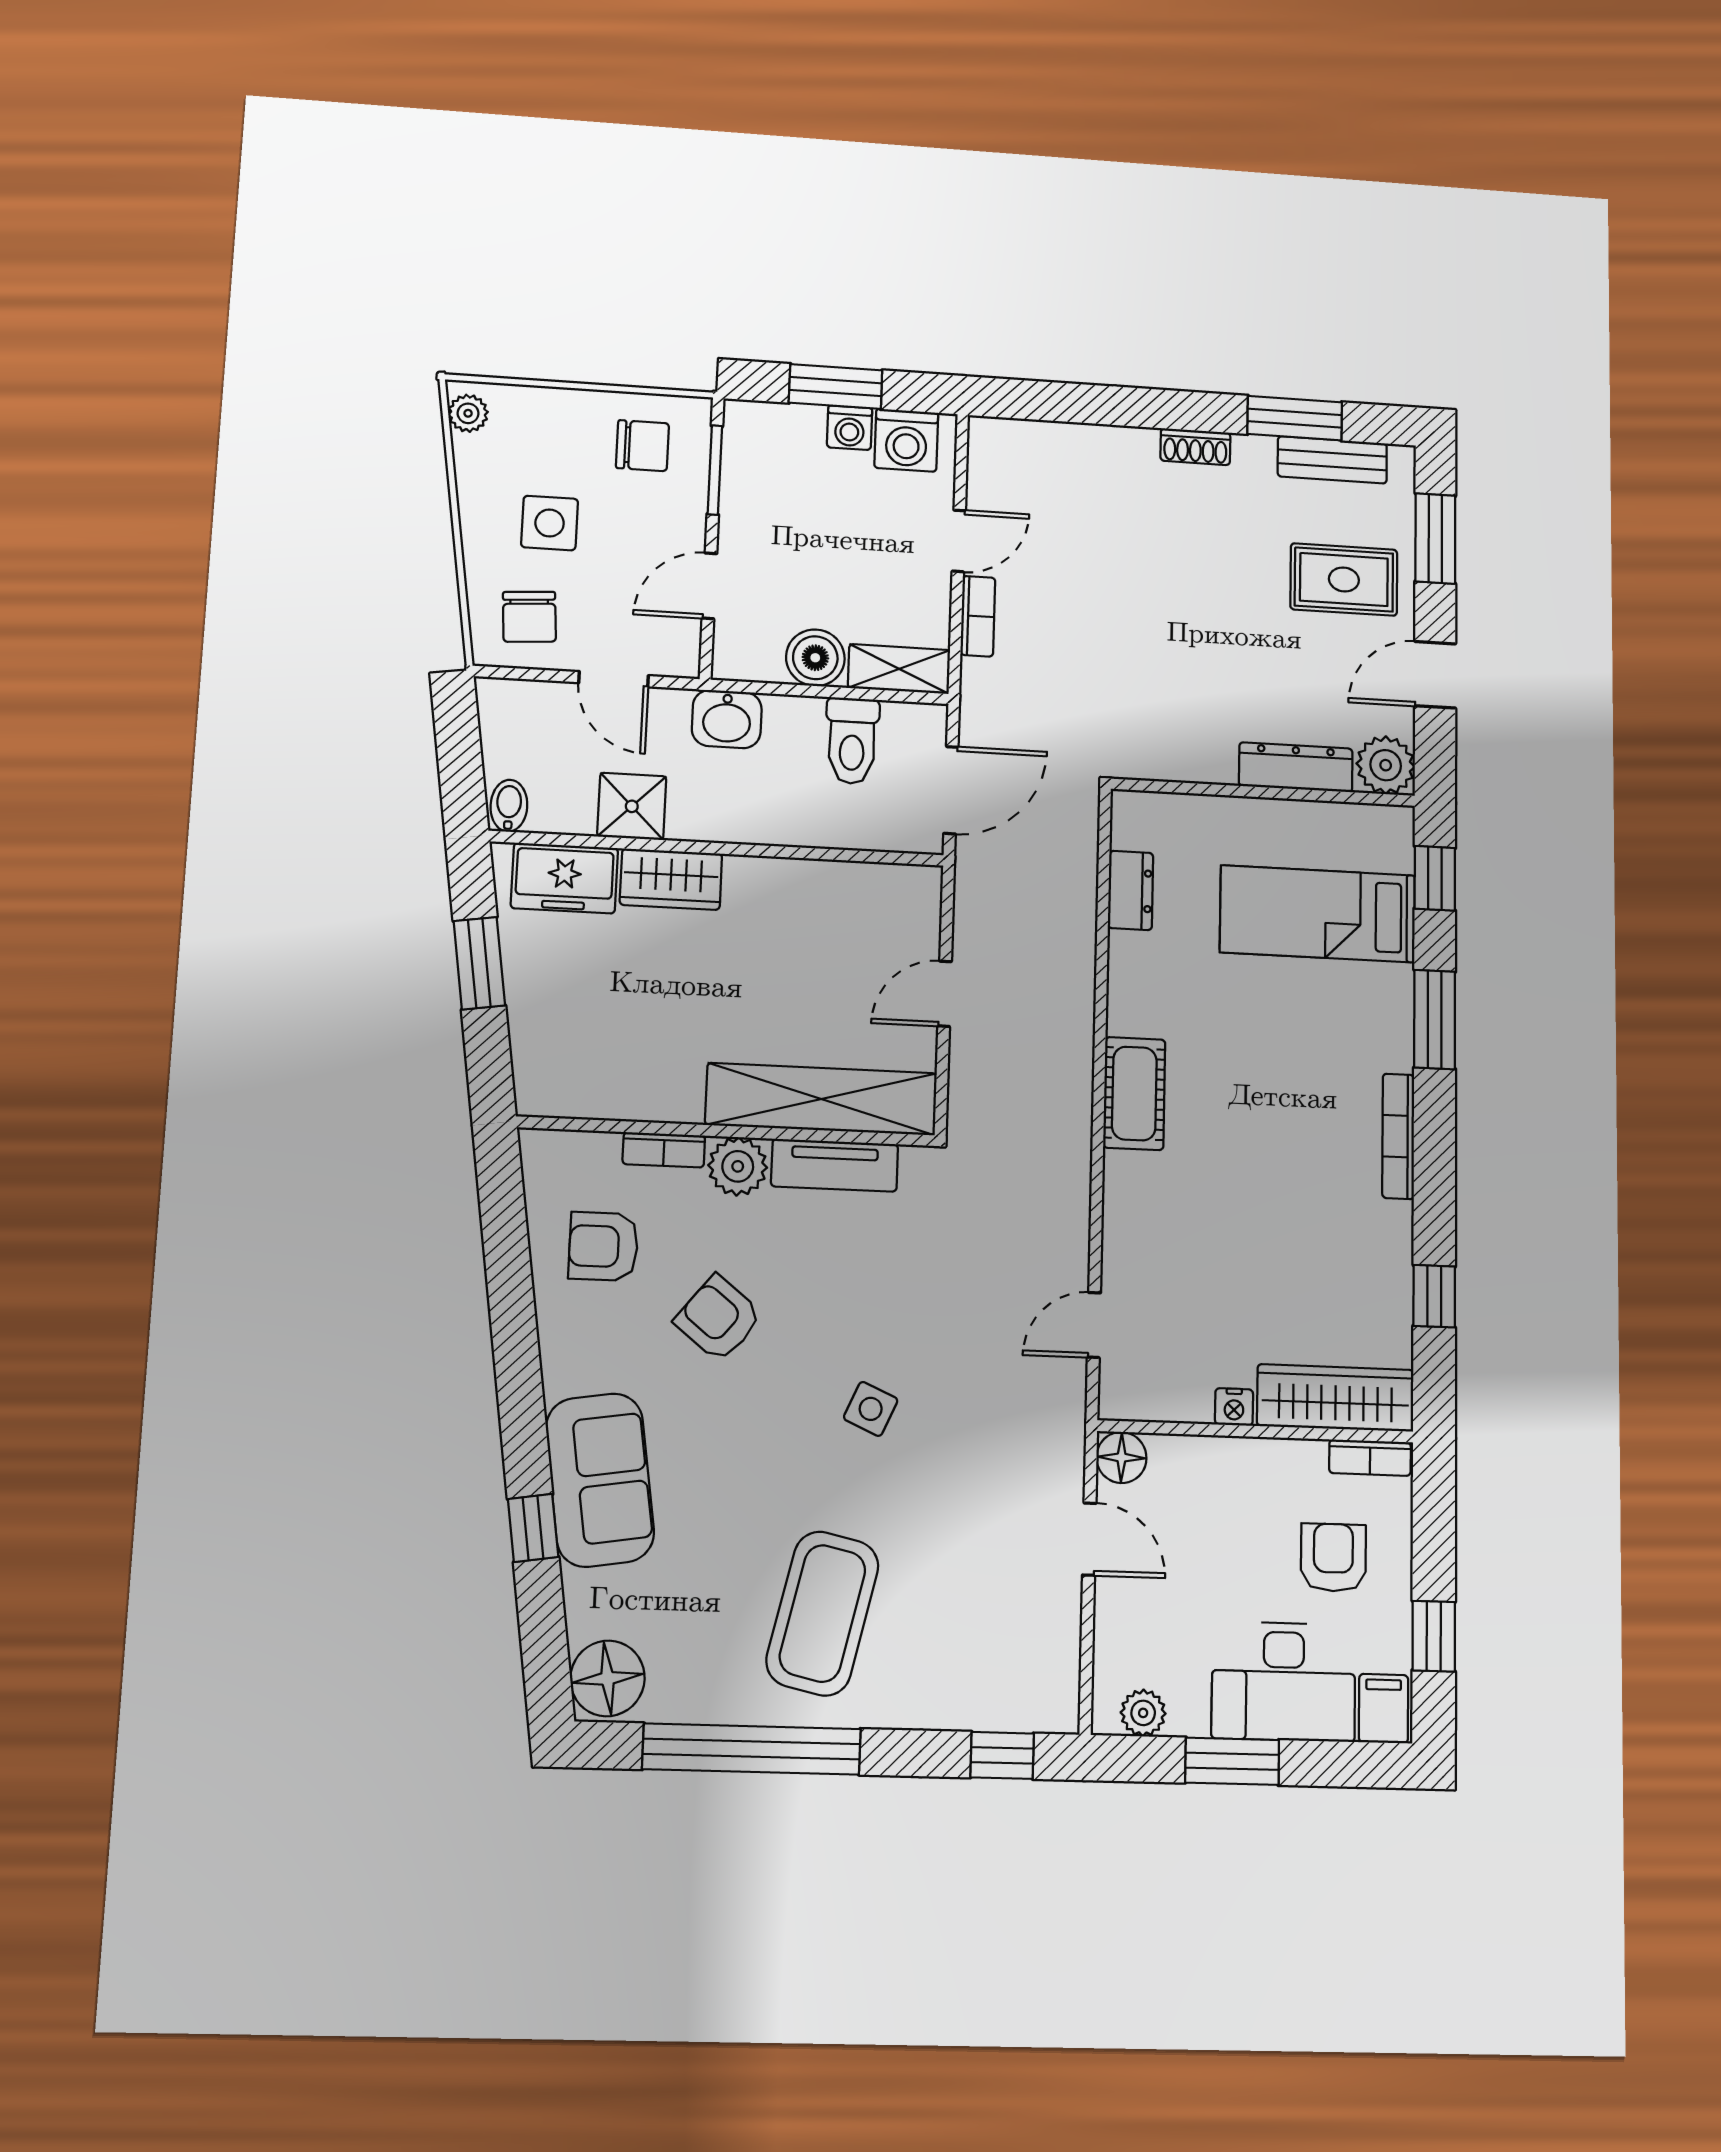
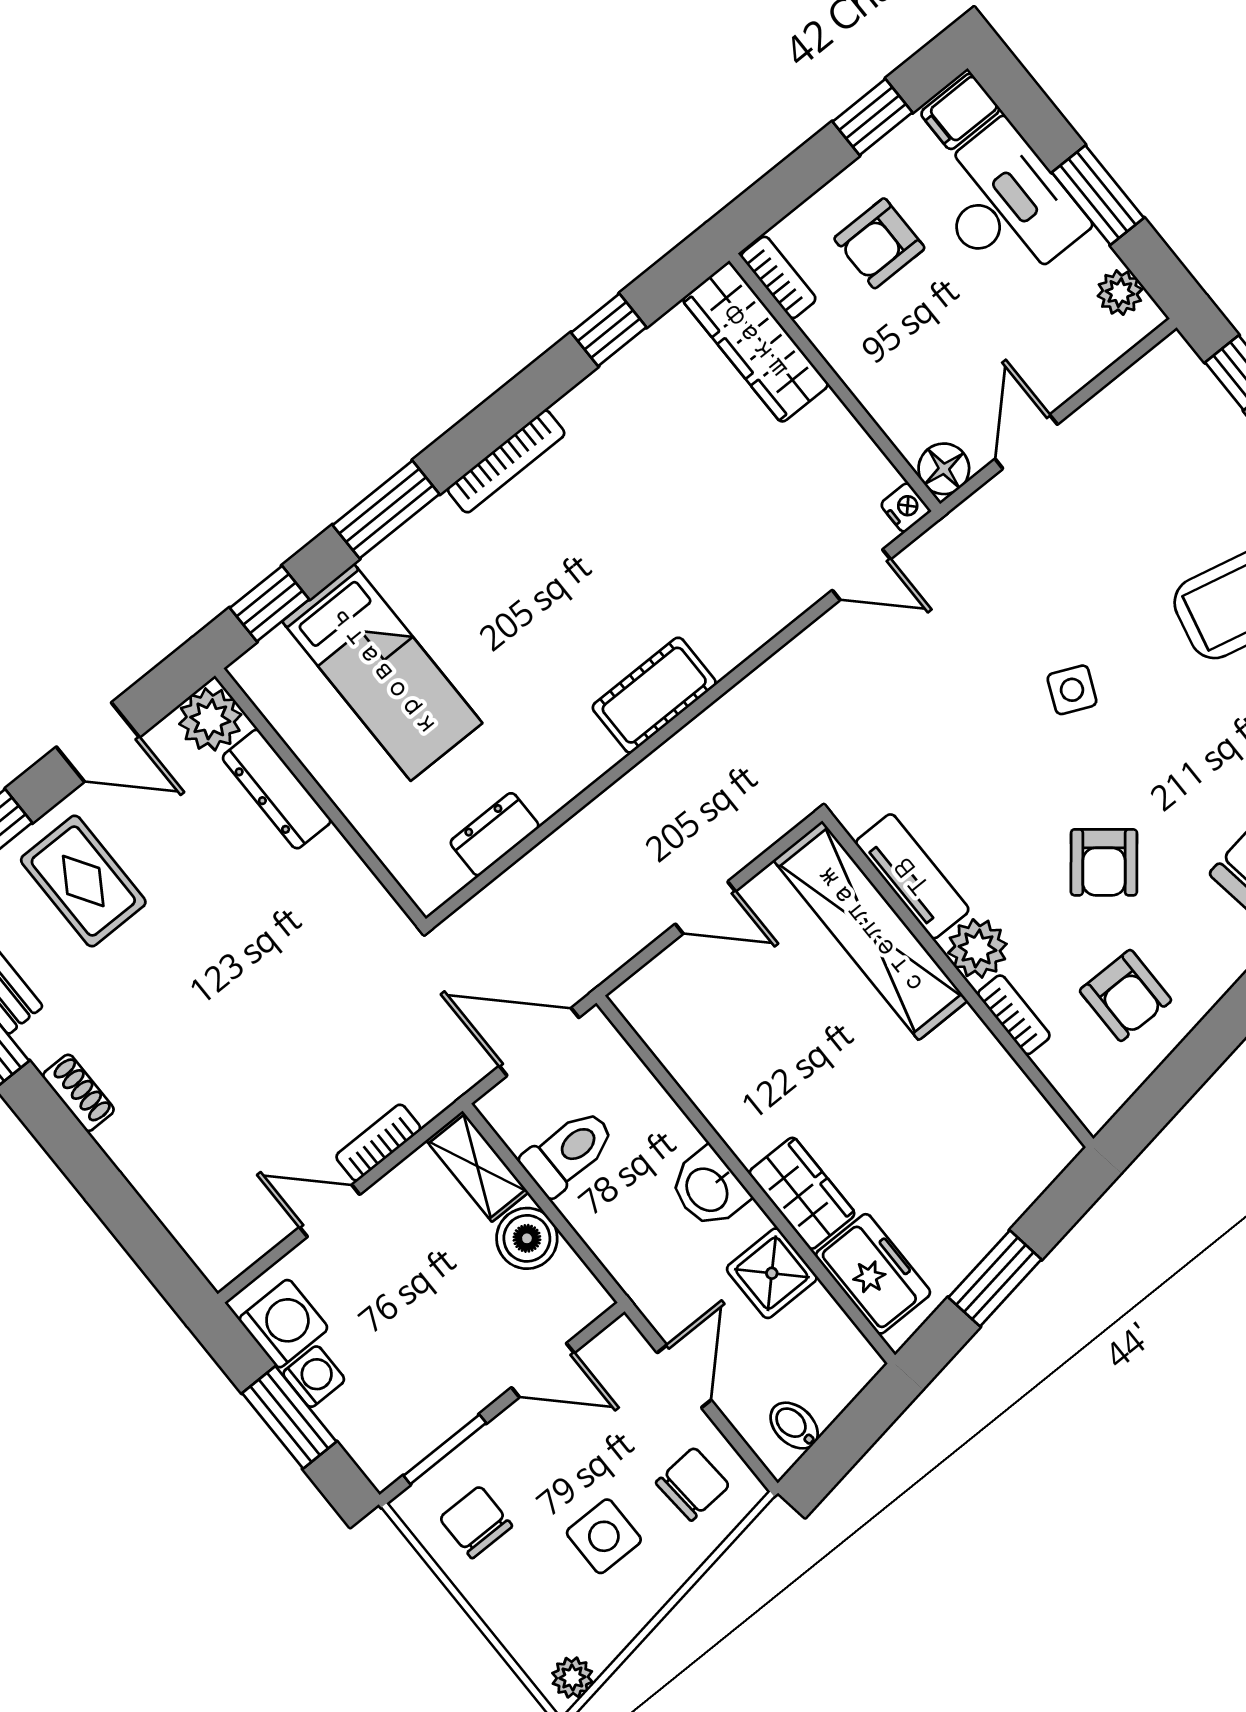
washbasin: (727, 719) -> (708, 1189), moved, turned 180
bidet: (509, 806) -> (794, 1426), moved, turned 81
nightstand: (1234, 1407) -> (905, 508), moved

